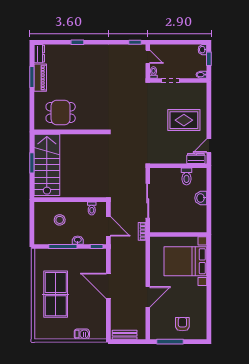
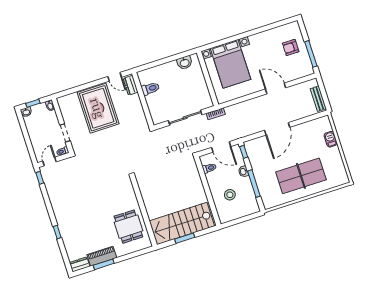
rug: (184, 120) -> (98, 108), width x1.37, depth x1.44
washbasin: (201, 198) -> (185, 63), moved
door: (108, 226) -> (221, 147), swing flipped

